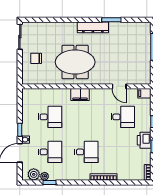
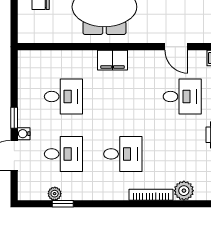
plant: (34, 174) -> (184, 191), moved

